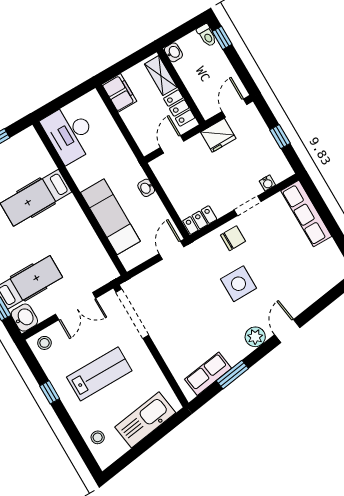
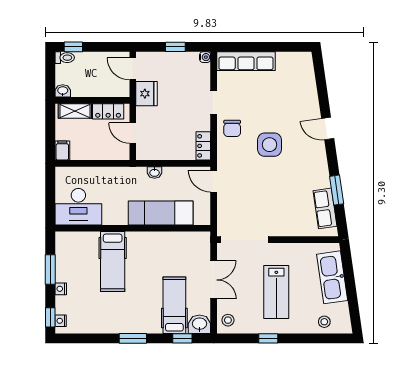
filing cabinet: (119, 93) -> (62, 151), width x0.50
water cooler: (267, 183) -> (205, 57), moved
chair: (233, 238) -> (232, 128), turned 180
plant: (255, 337) -> (318, 156), removed
lab bench: (99, 374) -> (276, 292), turned 180

